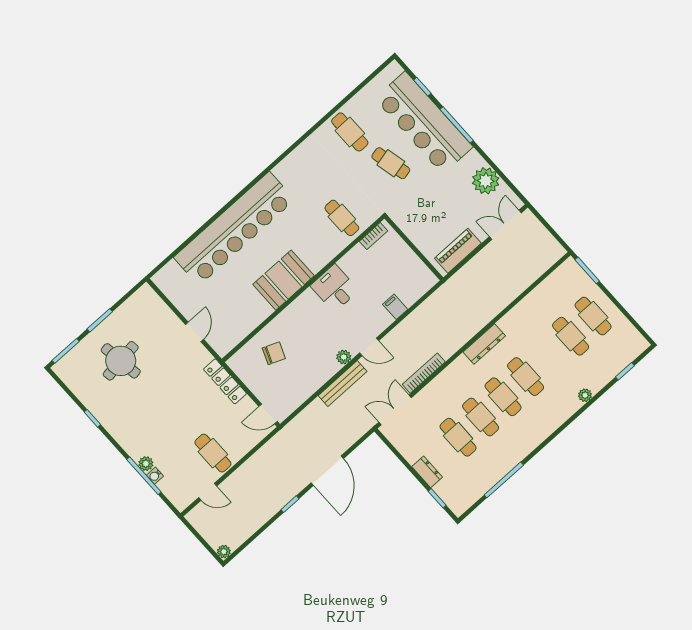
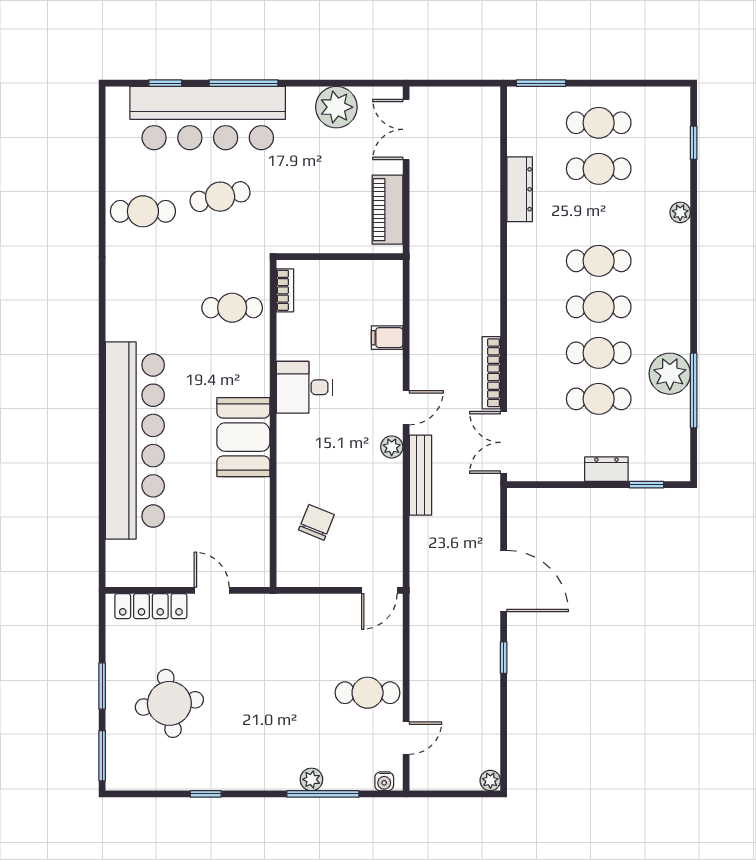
dresser: (484, 344) -> (520, 189), moved
locker: (225, 381) -> (151, 606), moved
plant: (502, 461) -> (670, 374), added
water cooler: (155, 476) -> (384, 781), moved

